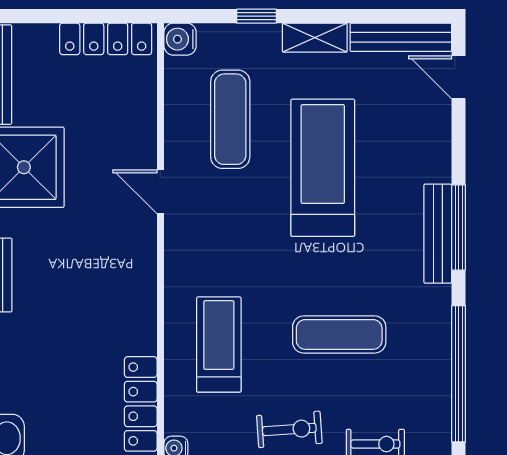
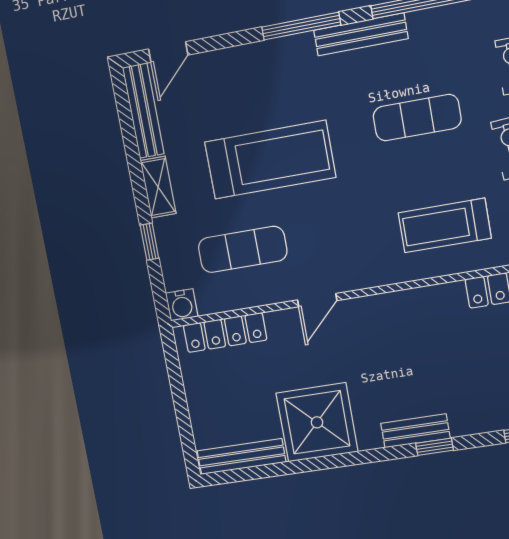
locker: (106, 39) -> (225, 333), moved, turned 90
treadmill: (323, 168) -> (270, 160), turned 180
bench: (438, 234) -> (361, 34), moved
exercise mat: (339, 334) -> (417, 118), turned 90

